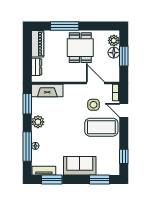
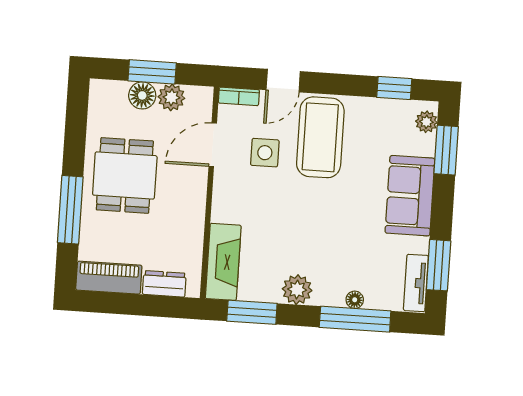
plant: (114, 40) -> (171, 97), moved
dining table: (80, 48) -> (125, 175), turned 90
plant: (111, 171) -> (426, 122), added

